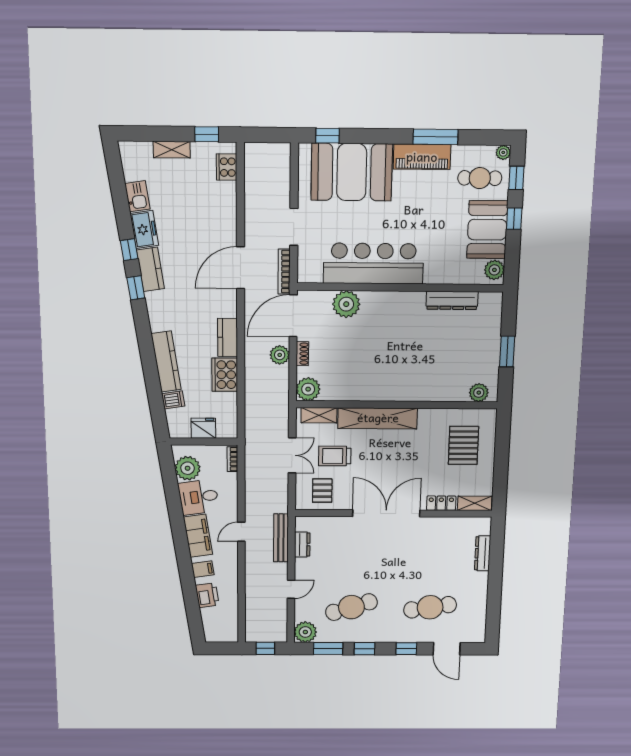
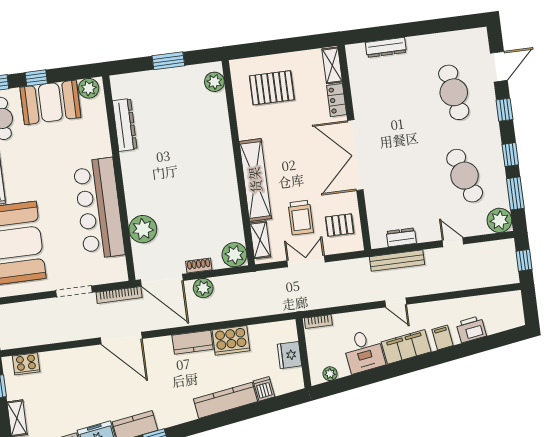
plant: (188, 468) -> (330, 374), width x0.53, depth x0.53

